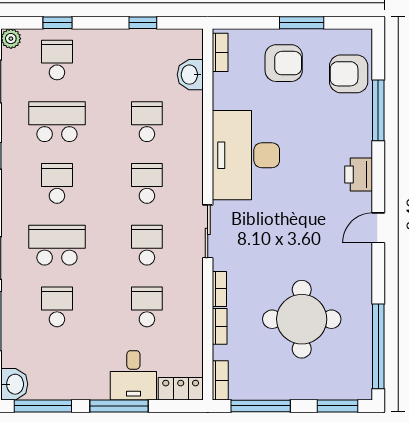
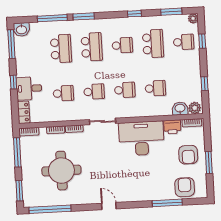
plant: (191, 45) -> (195, 108), added
printer: (359, 175) -> (172, 127), moved, turned 180
school desk: (57, 307) -> (61, 49), width x1.85
window: (119, 406) -> (13, 82), width x0.46

